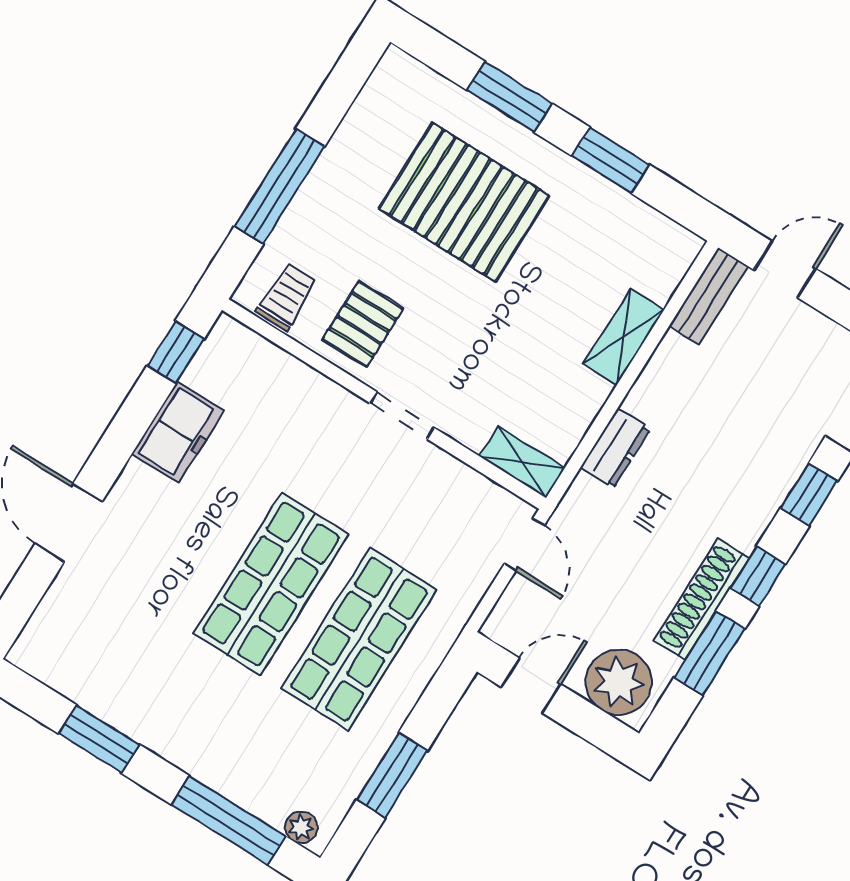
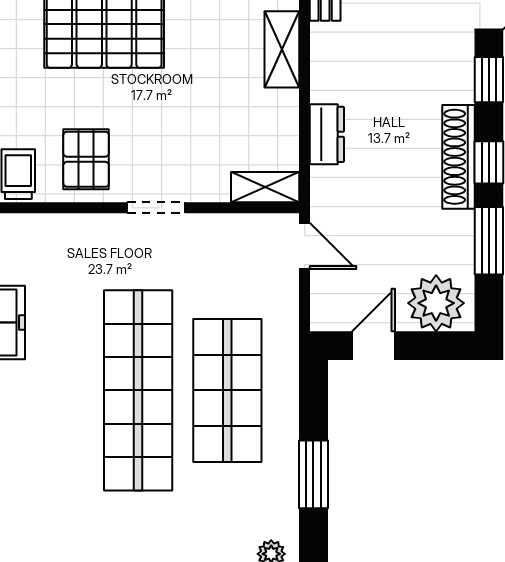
shop shelf: (271, 584) -> (138, 390), width x1.40
shoe rack: (701, 599) -> (459, 157), moved

